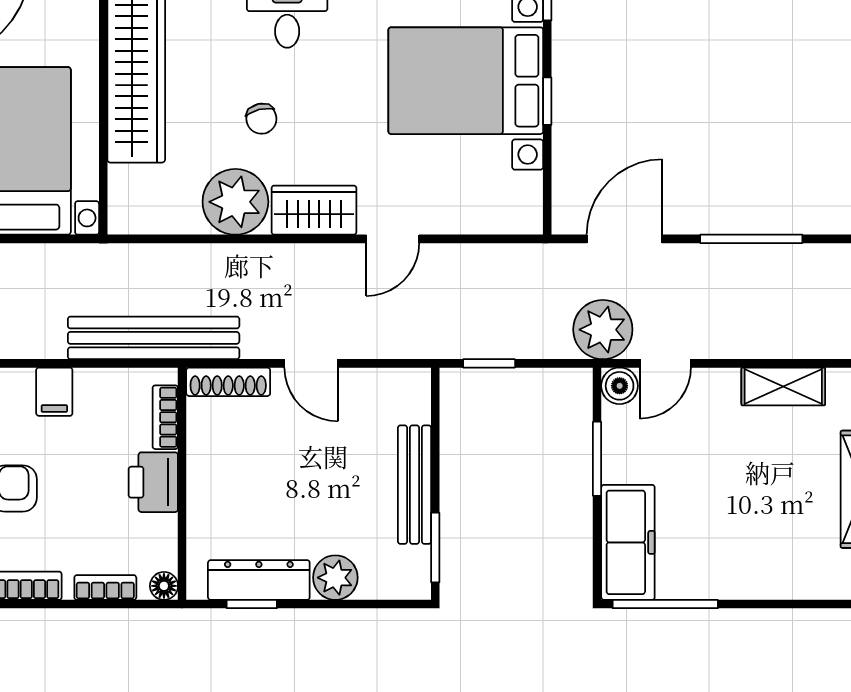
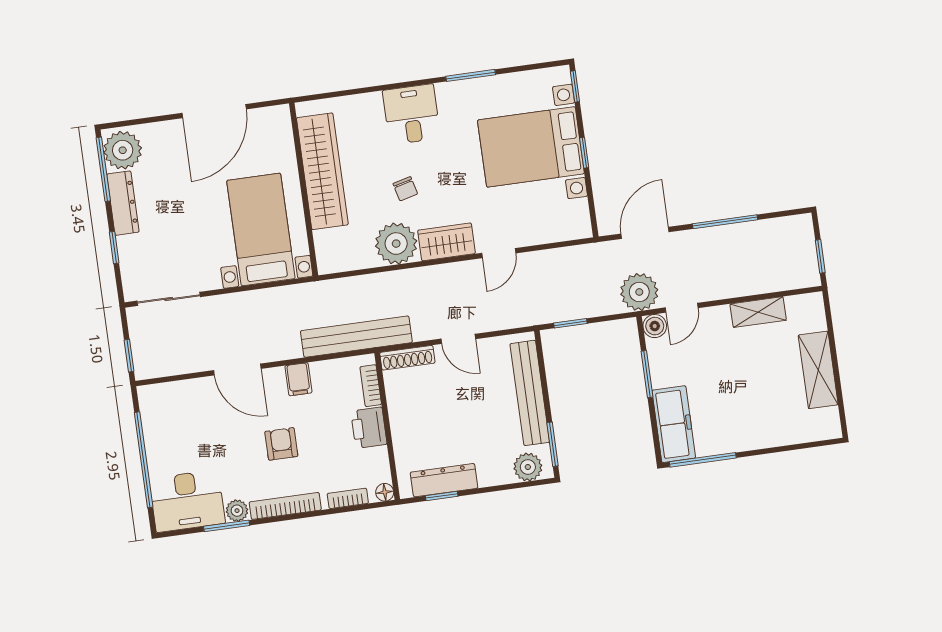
bench: (414, 485) -> (530, 393), width x1.37, depth x1.21
plant: (335, 578) -> (528, 467), moved

